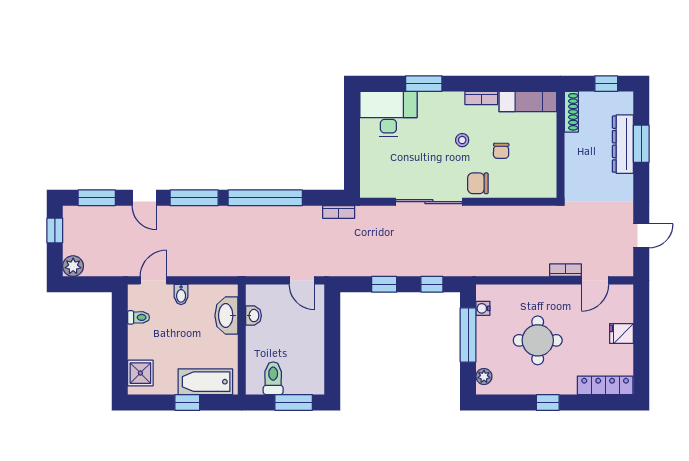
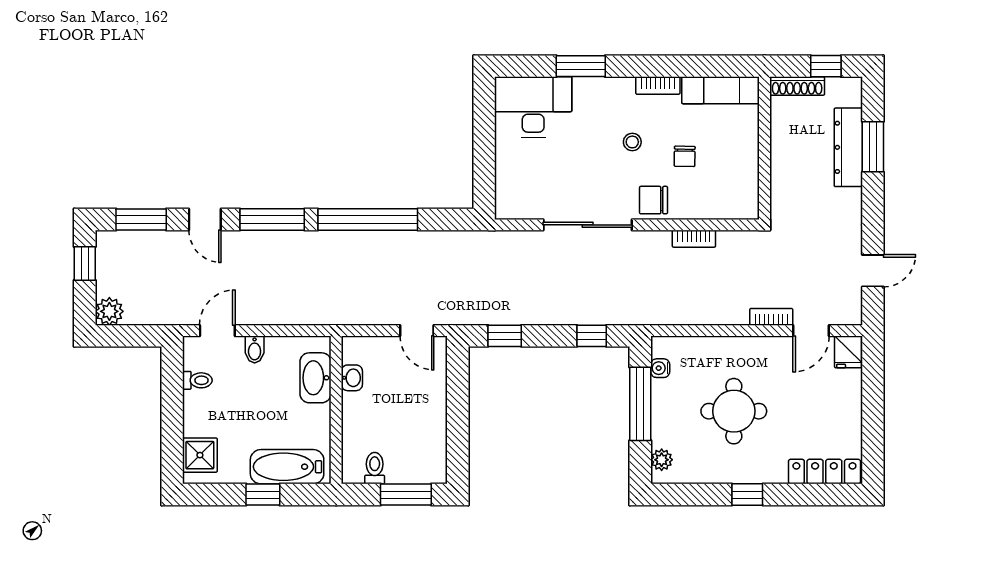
shoe rack: (571, 112) -> (797, 86), moved, turned 90
bookcase: (339, 212) -> (694, 239), moved
window: (384, 284) -> (505, 336), moved
fridge: (621, 334) -> (848, 352), moved, turned -90
toilet: (273, 378) -> (375, 468), width x0.73, depth x0.72

